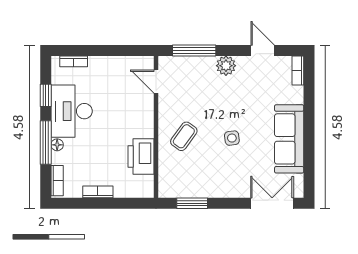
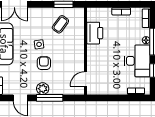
window: (194, 51) -> (50, 98), moved
door: (156, 82) -> (86, 79), swing flipped
armchair: (224, 107) -> (44, 63), added
coffee table: (184, 136) -> (60, 24), moved

